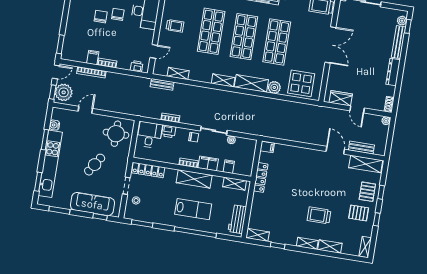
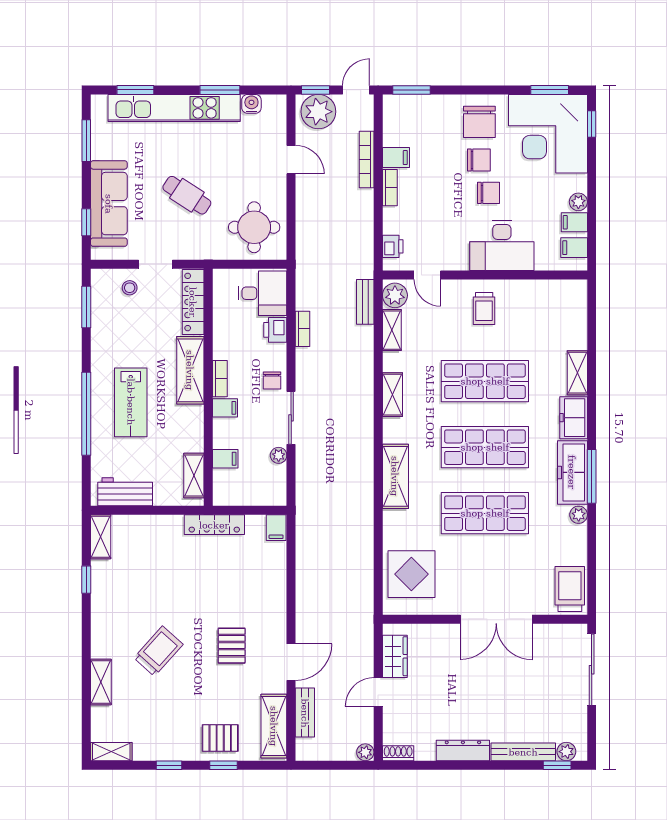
chair: (82, 13) -> (479, 122), added
door: (56, 72) -> (356, 90), swing flipped
shelving: (223, 80) -> (392, 395), moved
plant: (274, 87) -> (395, 295), moved
filing cabinet: (208, 163) -> (225, 408), width x0.50
shelving: (194, 179) -> (190, 370), moved
pallet: (359, 213) -> (232, 646), moved
trolley: (319, 215) -> (158, 651), turned 42
shelving: (307, 243) -> (100, 637), removed

